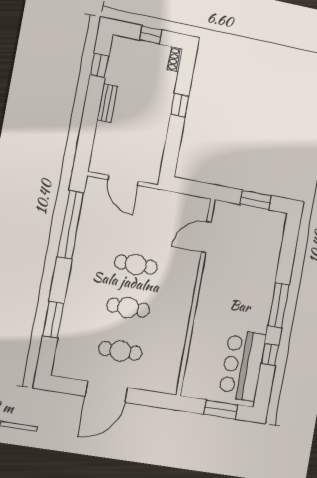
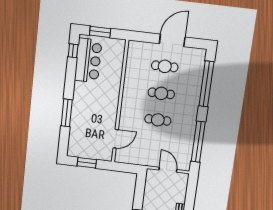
window: (278, 305) -> (67, 113), moved
window: (53, 319) -> (206, 84), width x2.11
window: (270, 354) -> (73, 51), moved

